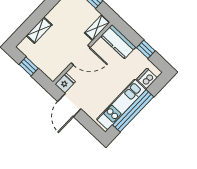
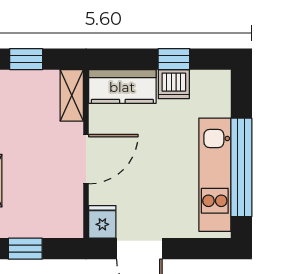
dishwasher: (147, 78) -> (174, 84), moved, turned -90

